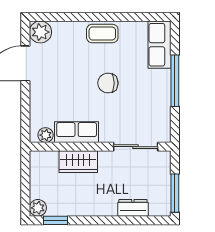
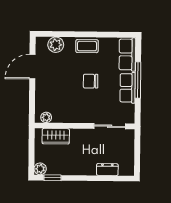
plant: (40, 32) -> (56, 45), moved
row of seats: (77, 132) -> (128, 88), moved, turned -90
wardrobe: (78, 162) -> (56, 136), moved
window: (175, 193) -> (137, 159), removed

